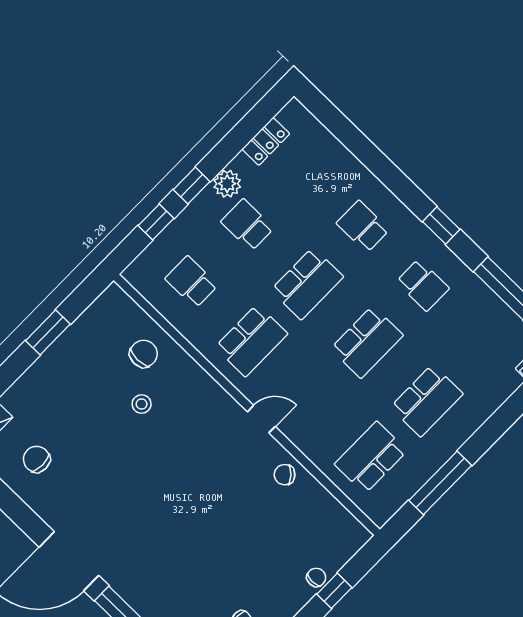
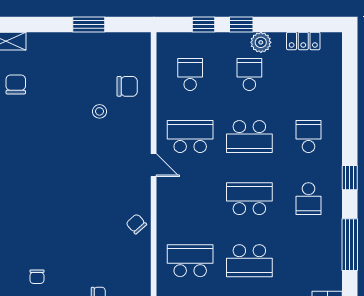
school desk: (251, 340) -> (190, 137), turned 180
school desk: (367, 342) -> (249, 199), turned 180
door: (261, 419) -> (154, 165), moved

